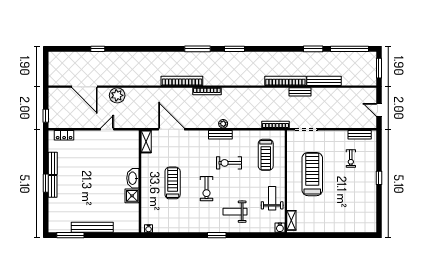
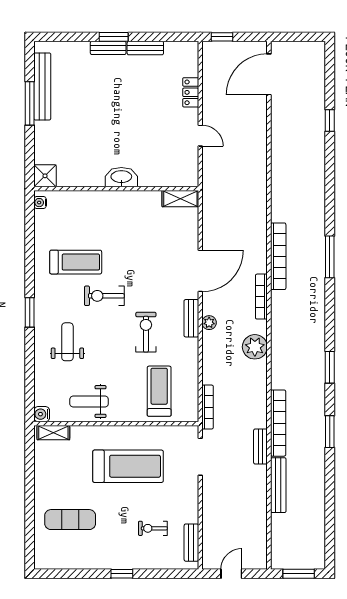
window: (198, 49) -> (330, 257), moved
window: (235, 49) -> (330, 367), moved
window: (313, 49) -> (330, 432), moved
window: (350, 49) -> (330, 526), removed
door: (85, 87) -> (269, 74), moved
plant: (117, 95) -> (255, 347), moved
door: (172, 129) -> (200, 271), moved
locker: (64, 135) -> (191, 92), moved
treadmill: (266, 155) -> (159, 391), turned 90
treadmill: (173, 183) -> (76, 262), moved
shower: (132, 196) -> (45, 176), moved
weight bench: (272, 198) -> (89, 402), turned 180
exercise mat: (345, 210) -> (70, 520), added
bench: (92, 227) -> (42, 86), moved
window: (70, 235) -> (30, 103), moved

